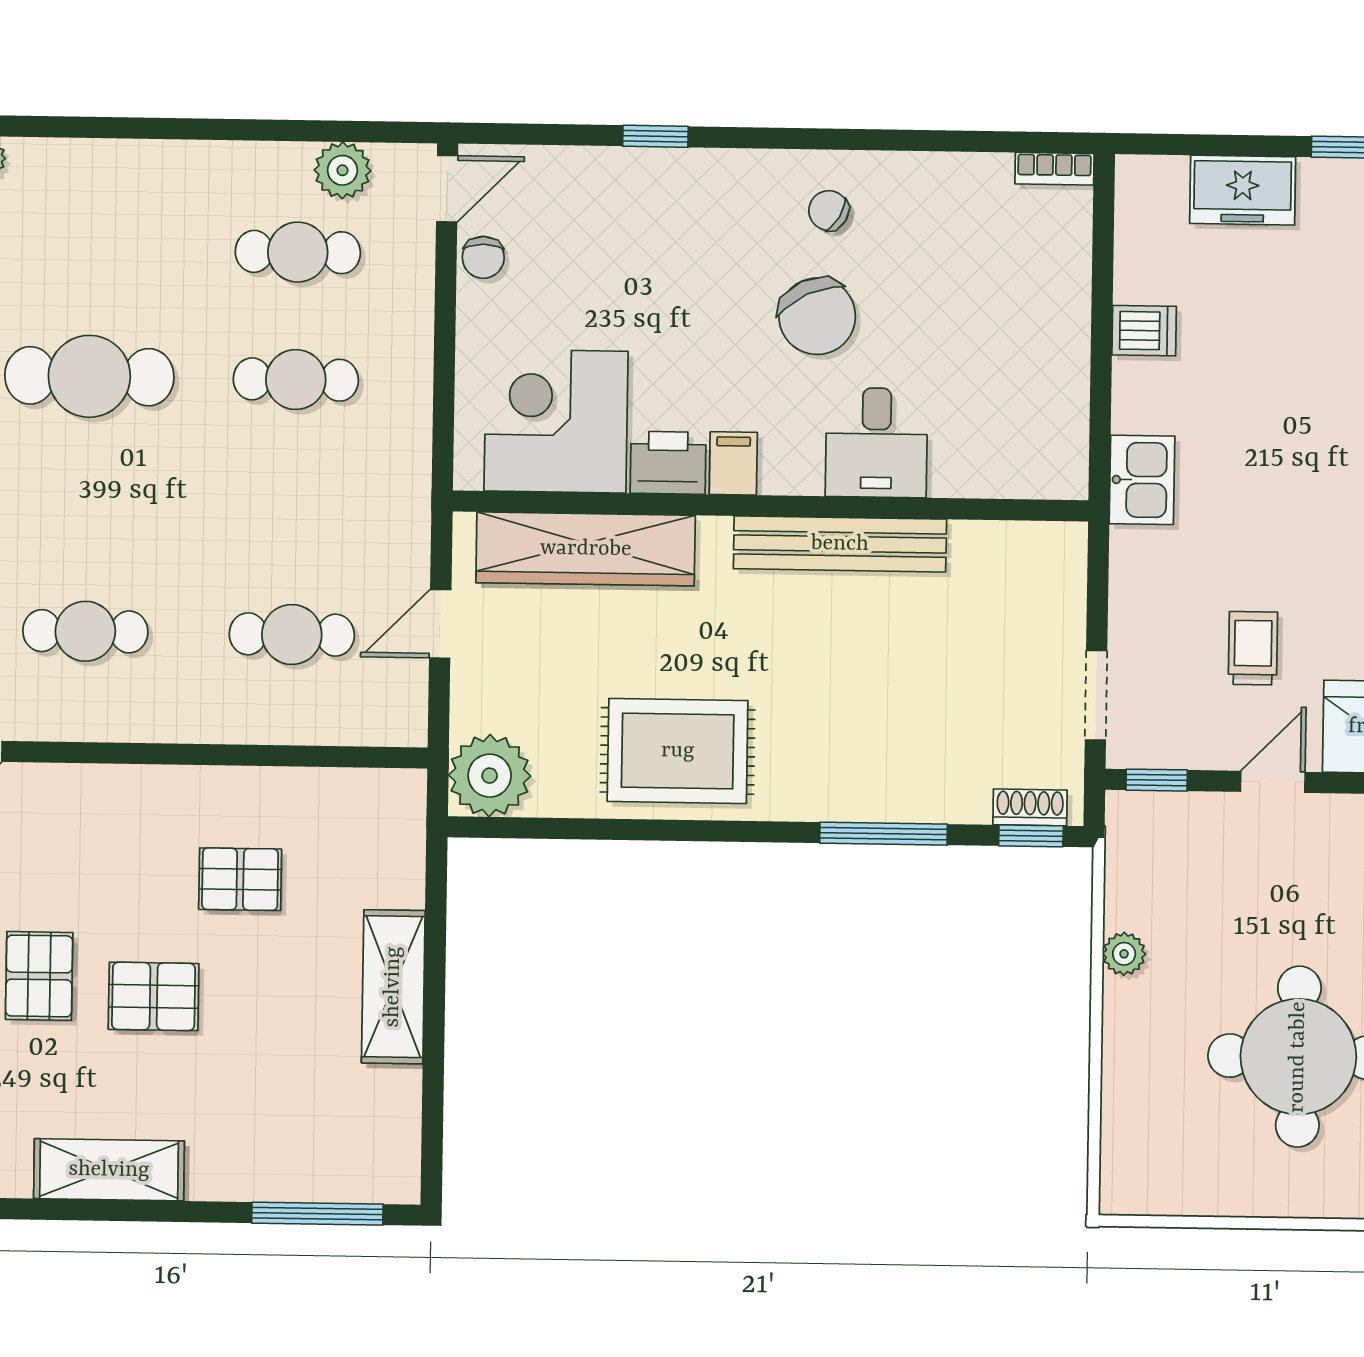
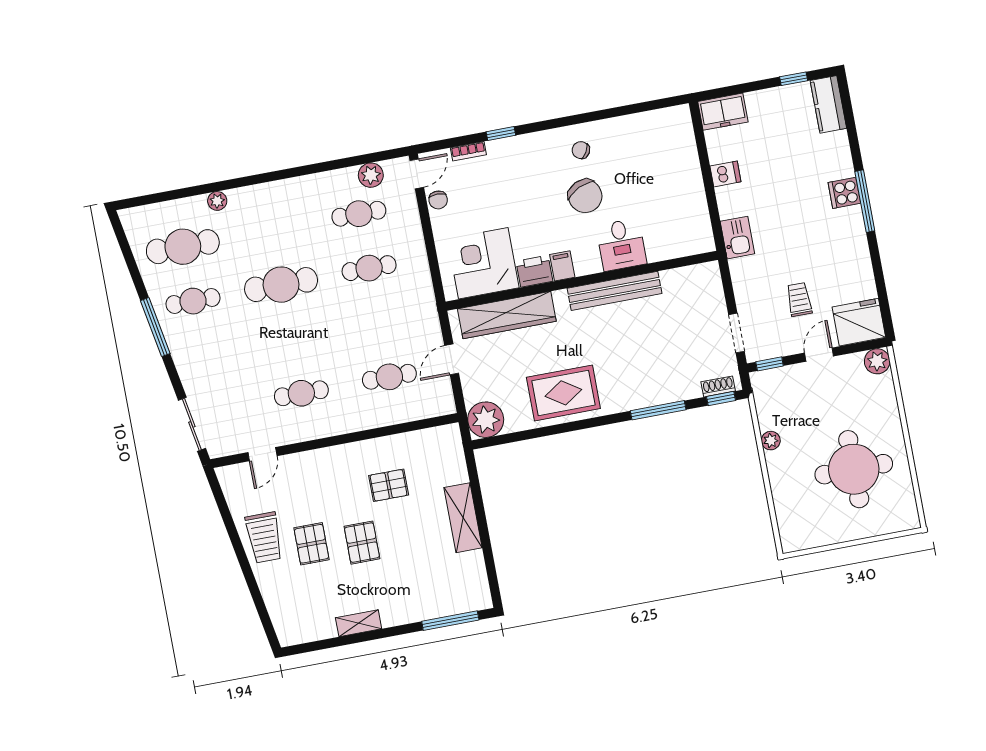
bookcase: (1054, 169) -> (468, 151), moved
freezer: (1243, 190) -> (723, 112), moved
pallet: (154, 996) -> (362, 543), turned 90
shelving: (109, 1170) -> (359, 623), width x0.67, depth x0.75

